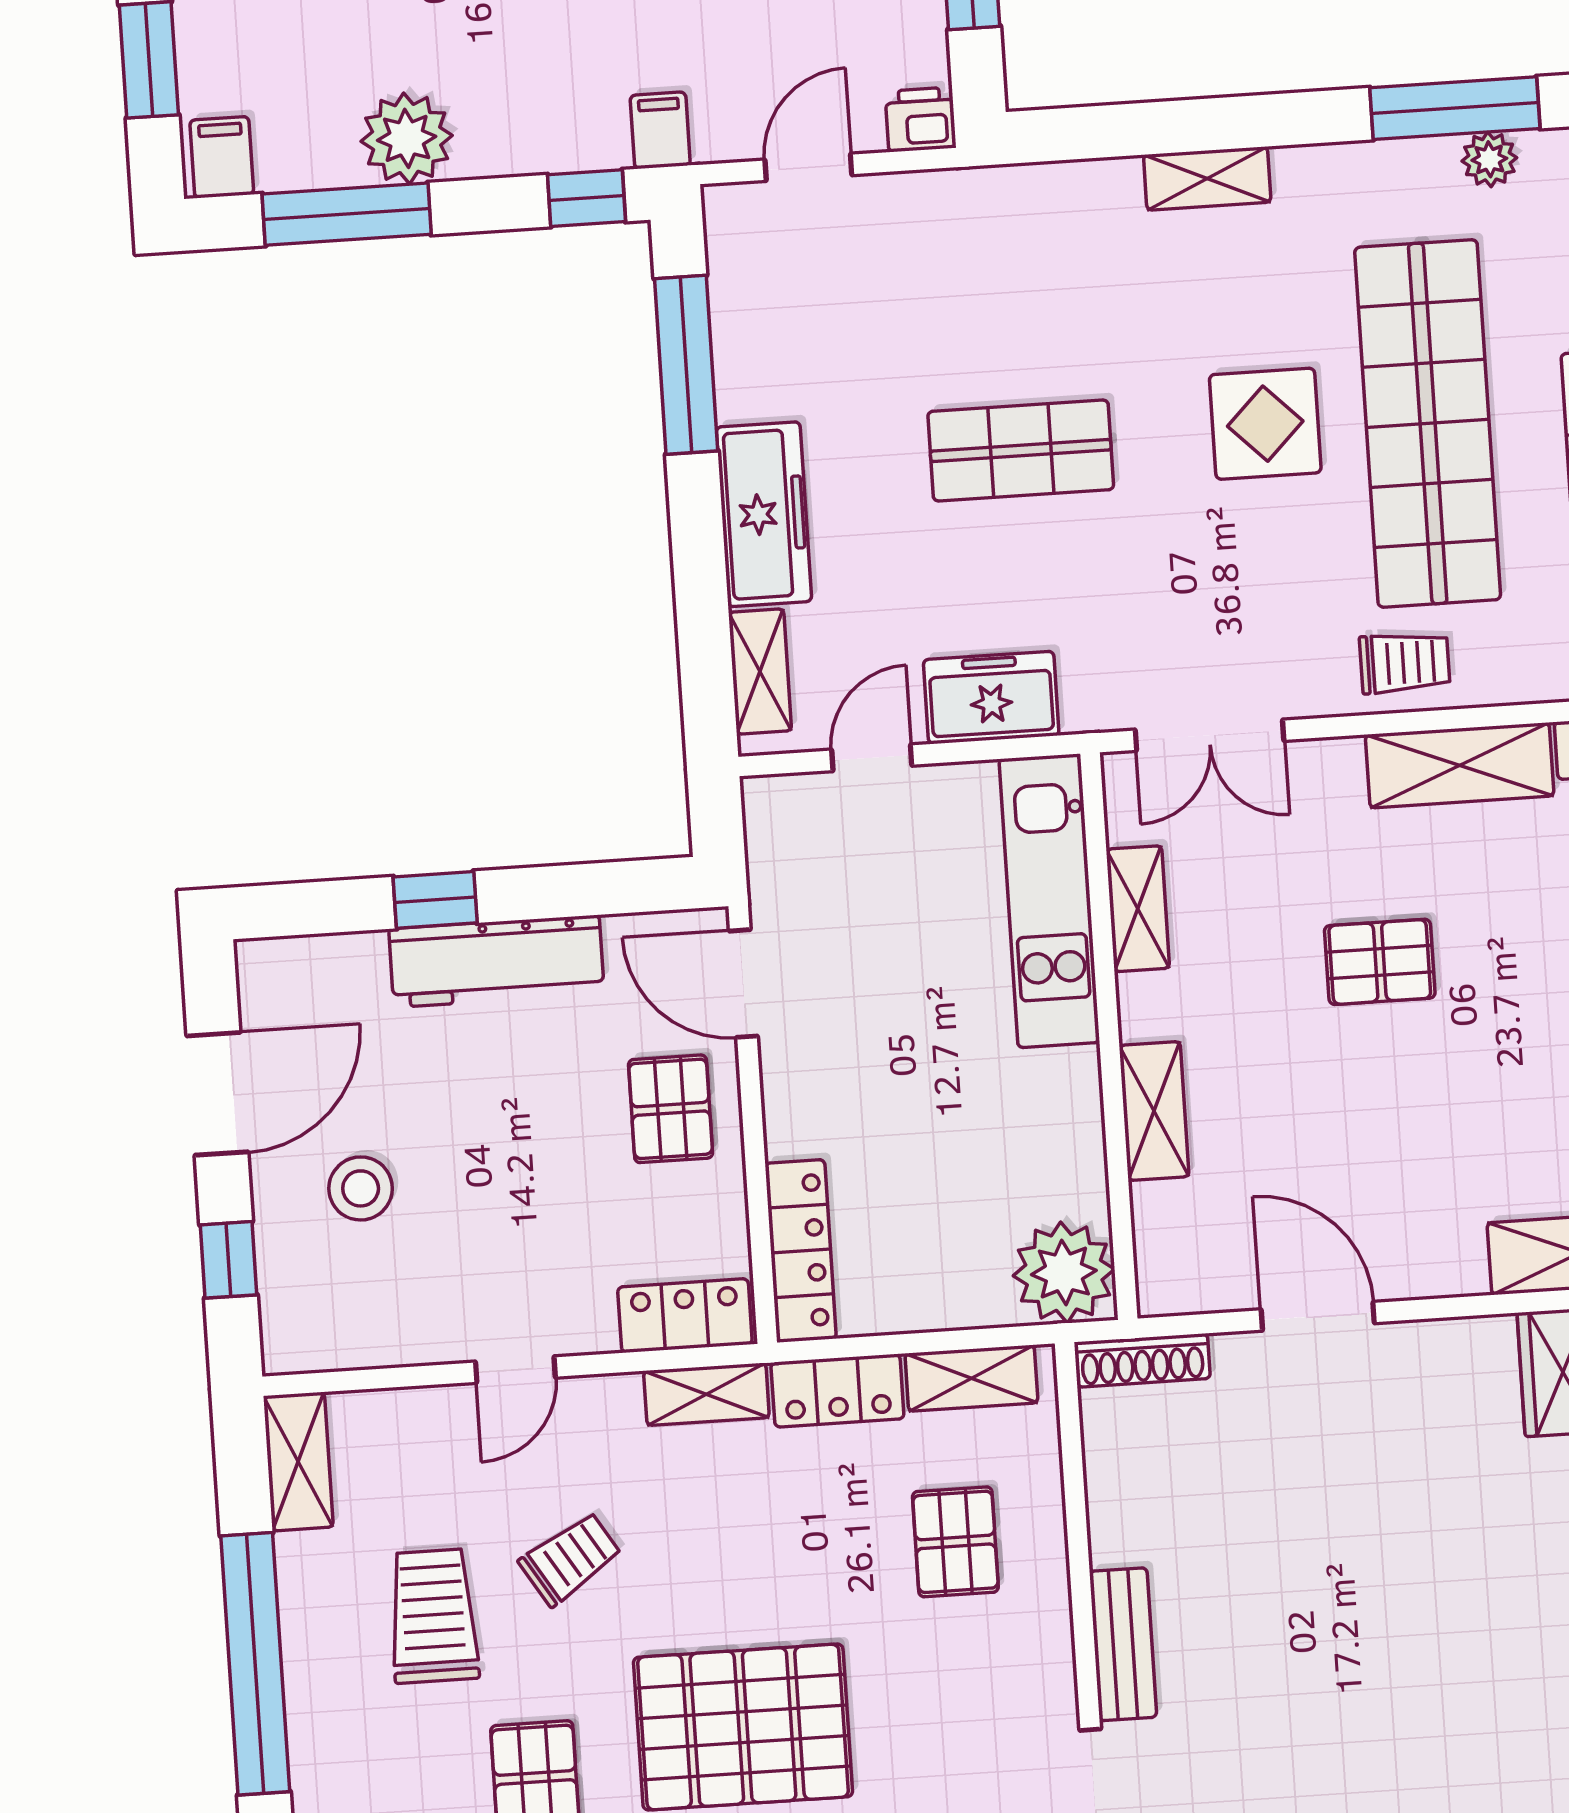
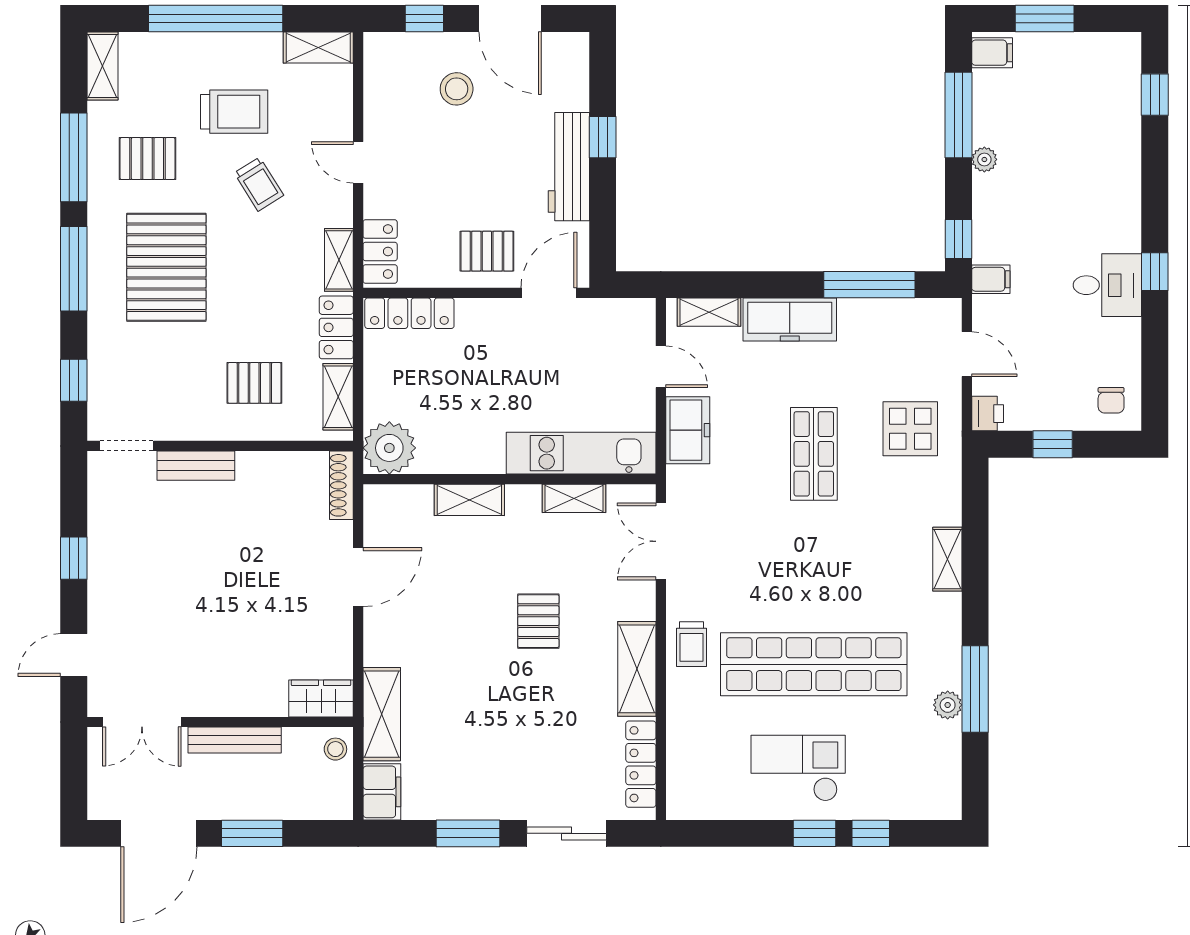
plant: (407, 138) -> (984, 159), width x0.53, depth x0.53
display table: (1265, 424) -> (910, 429), moved

